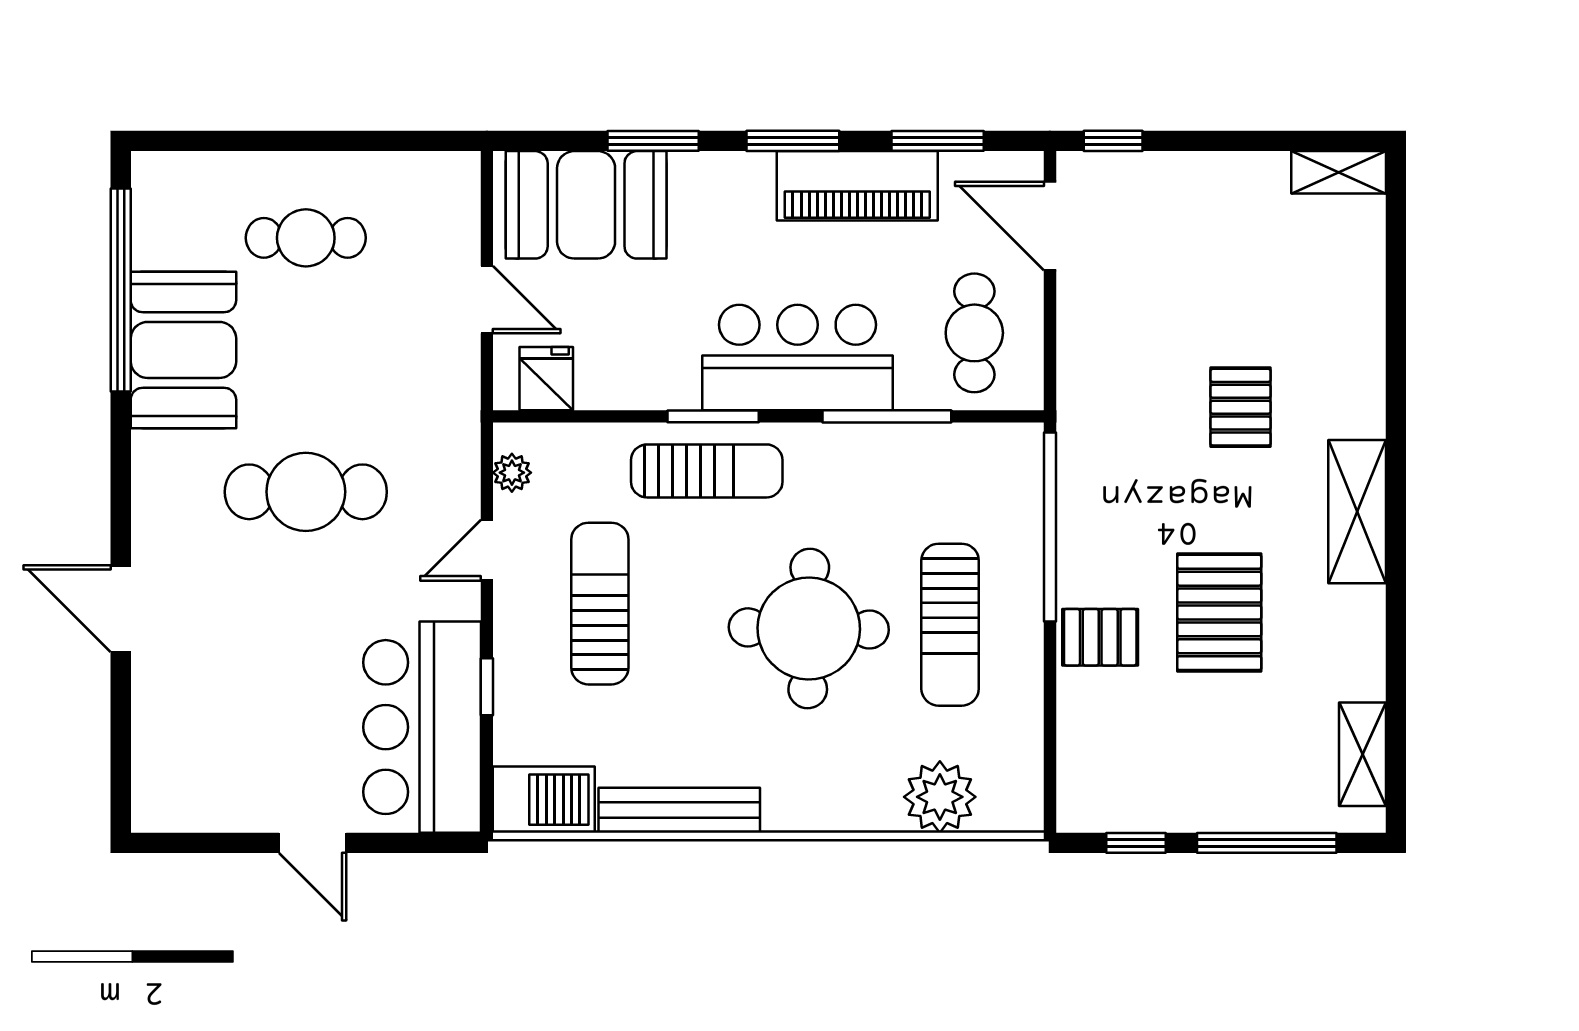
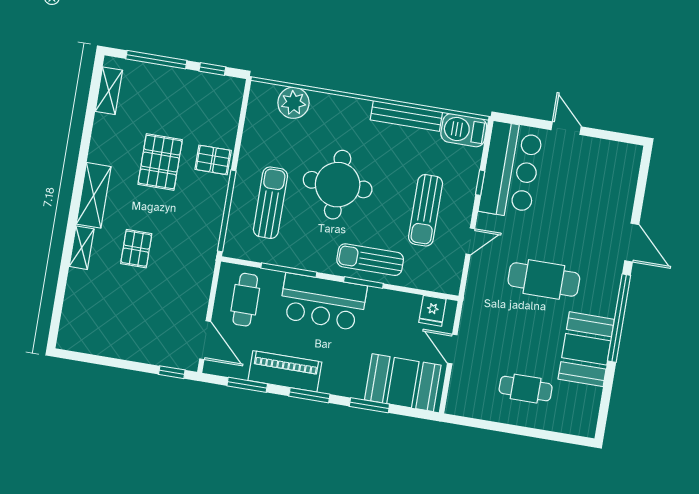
shelving: (1339, 172) -> (82, 248), moved, turned 90
window: (121, 290) -> (619, 318), moved
plant: (512, 473) -> (454, 273), removed
sun lounger: (950, 625) -> (270, 203), moved

